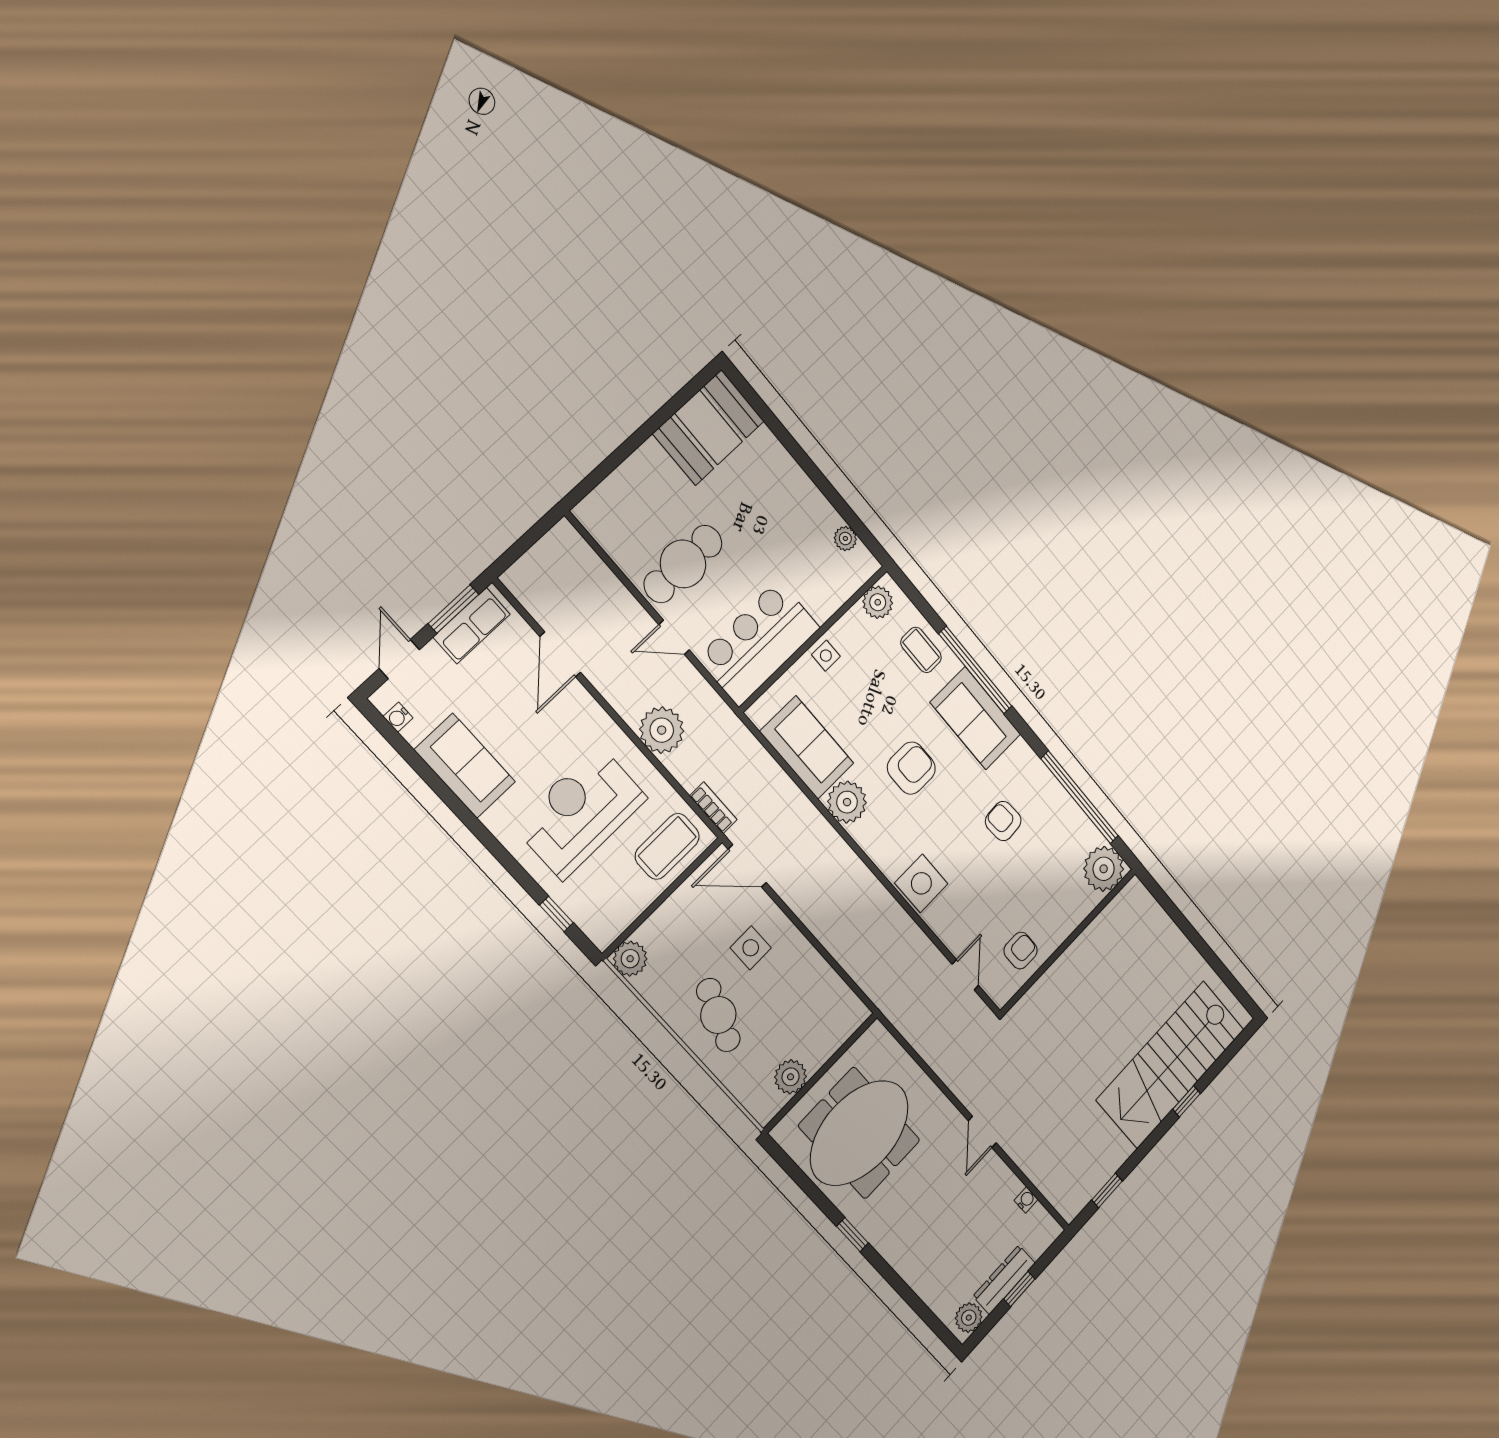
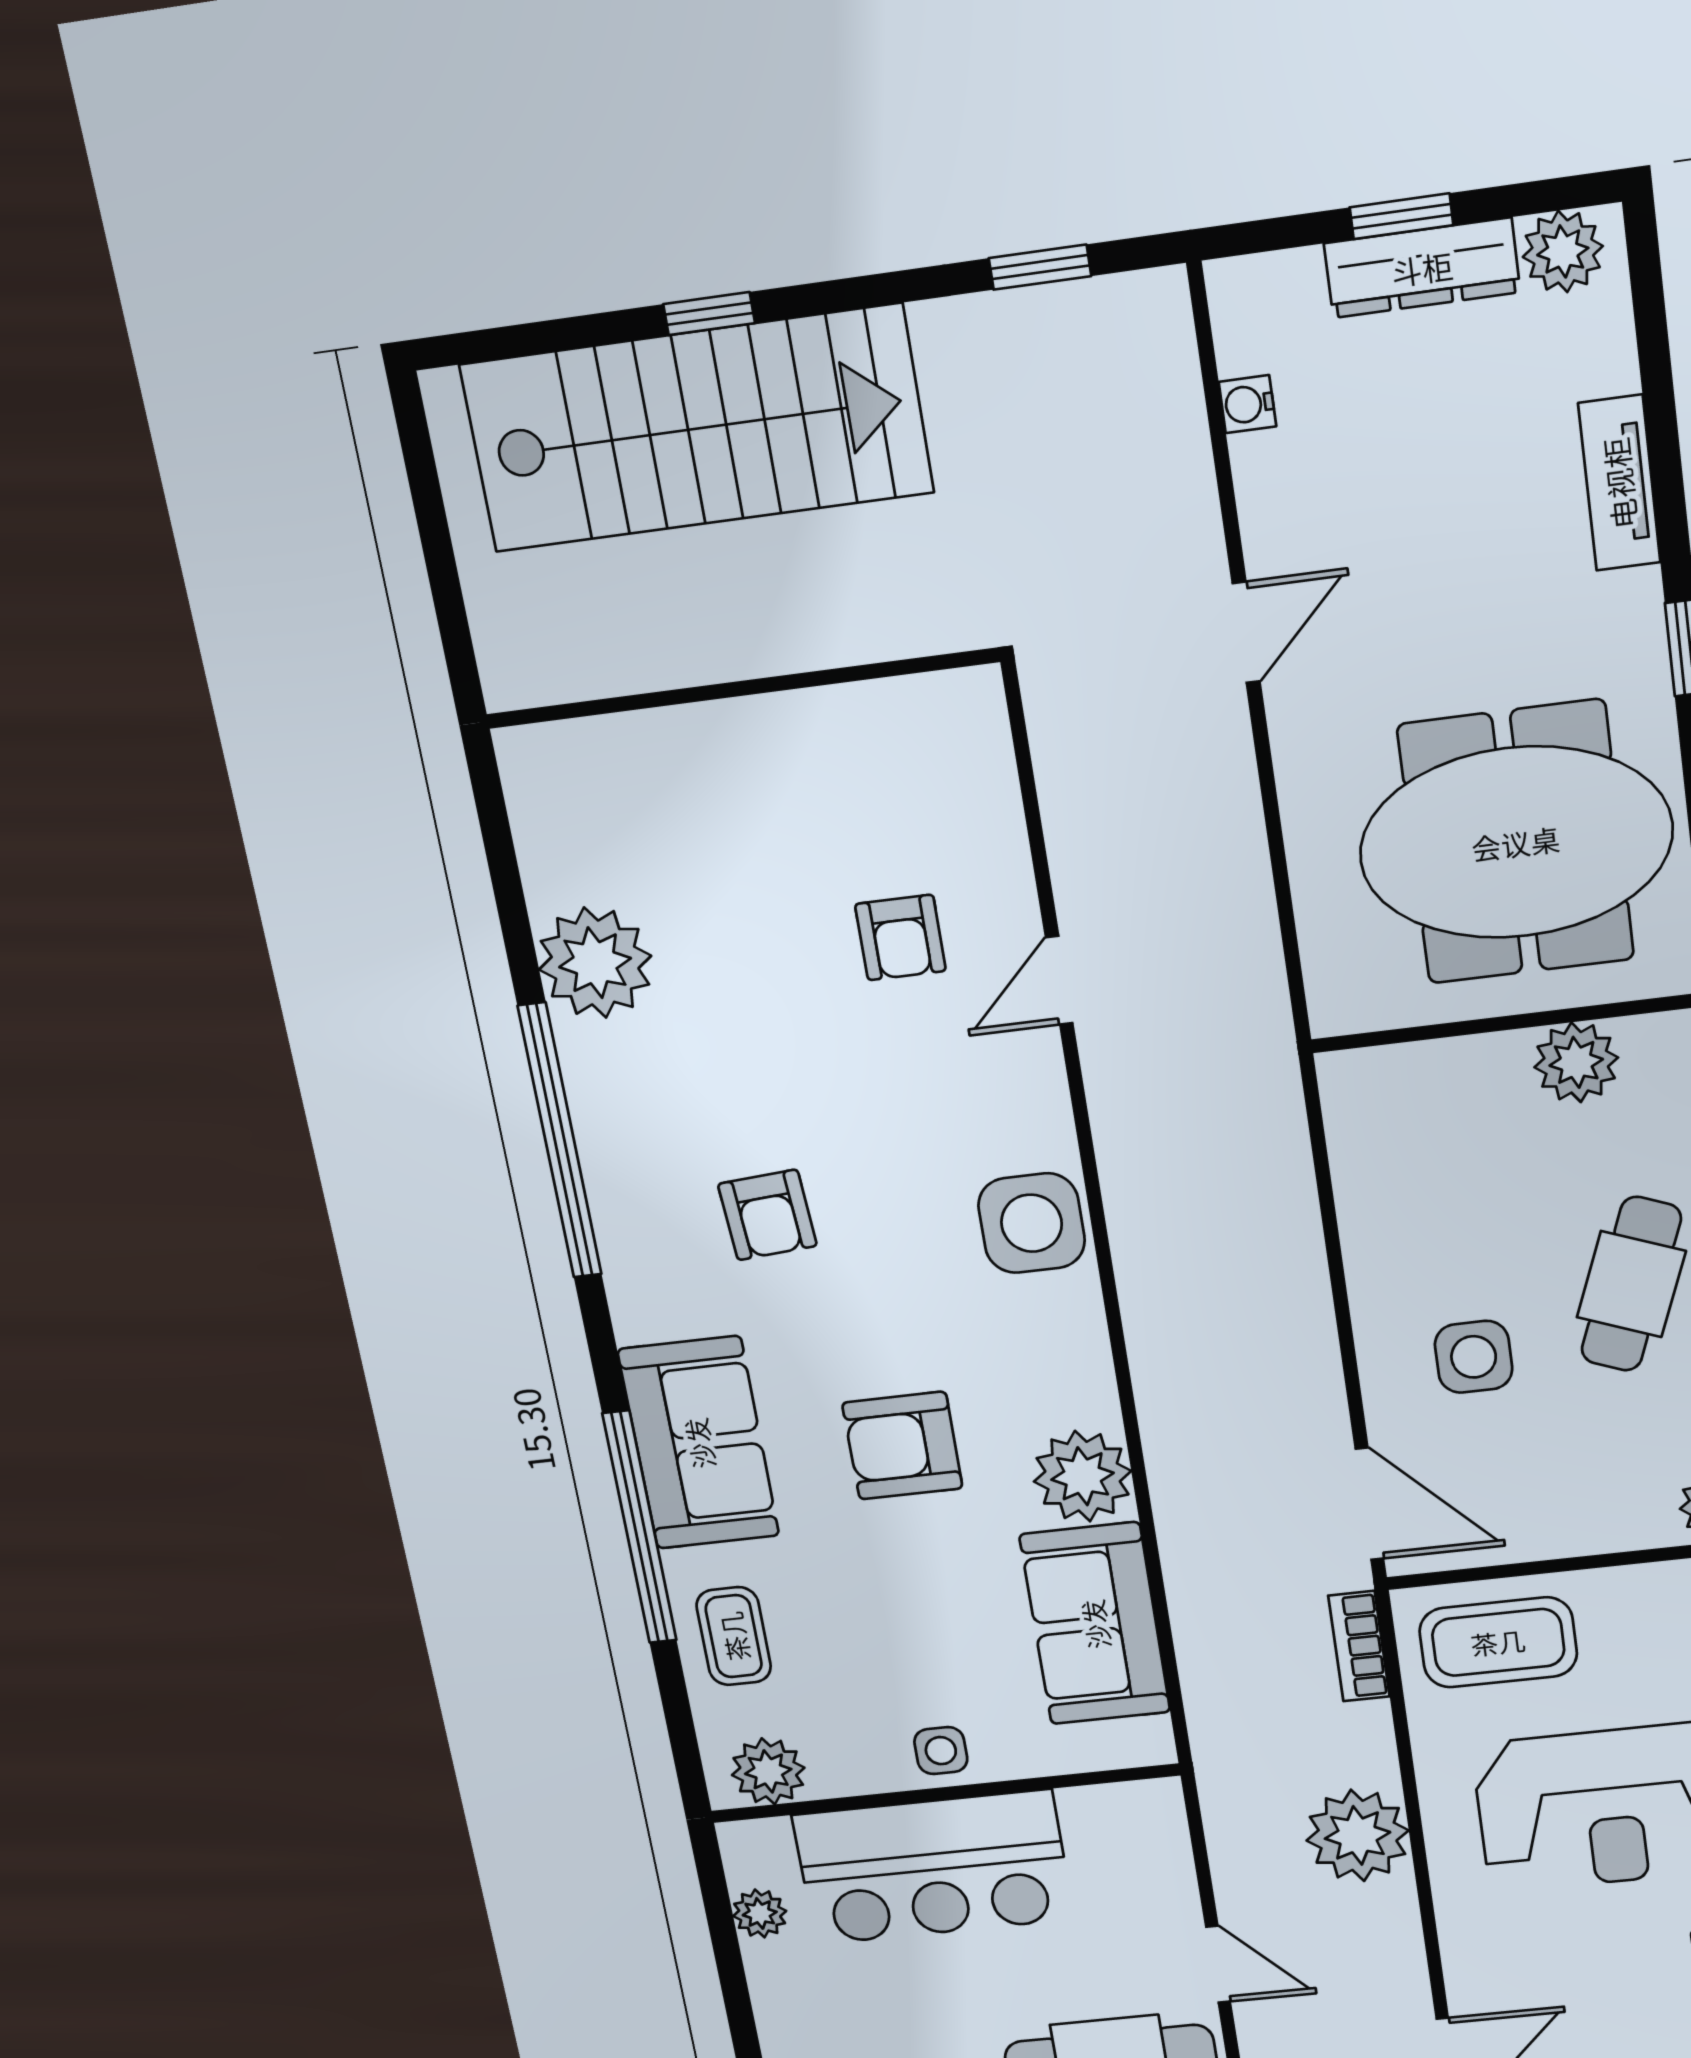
bar counter: (759, 643) -> (933, 1867), moved
wall: (1068, 941) -> (742, 688), moved
armchair: (1021, 951) -> (900, 937), turned -90
tv unit: (907, 1267) -> (1619, 483), added

